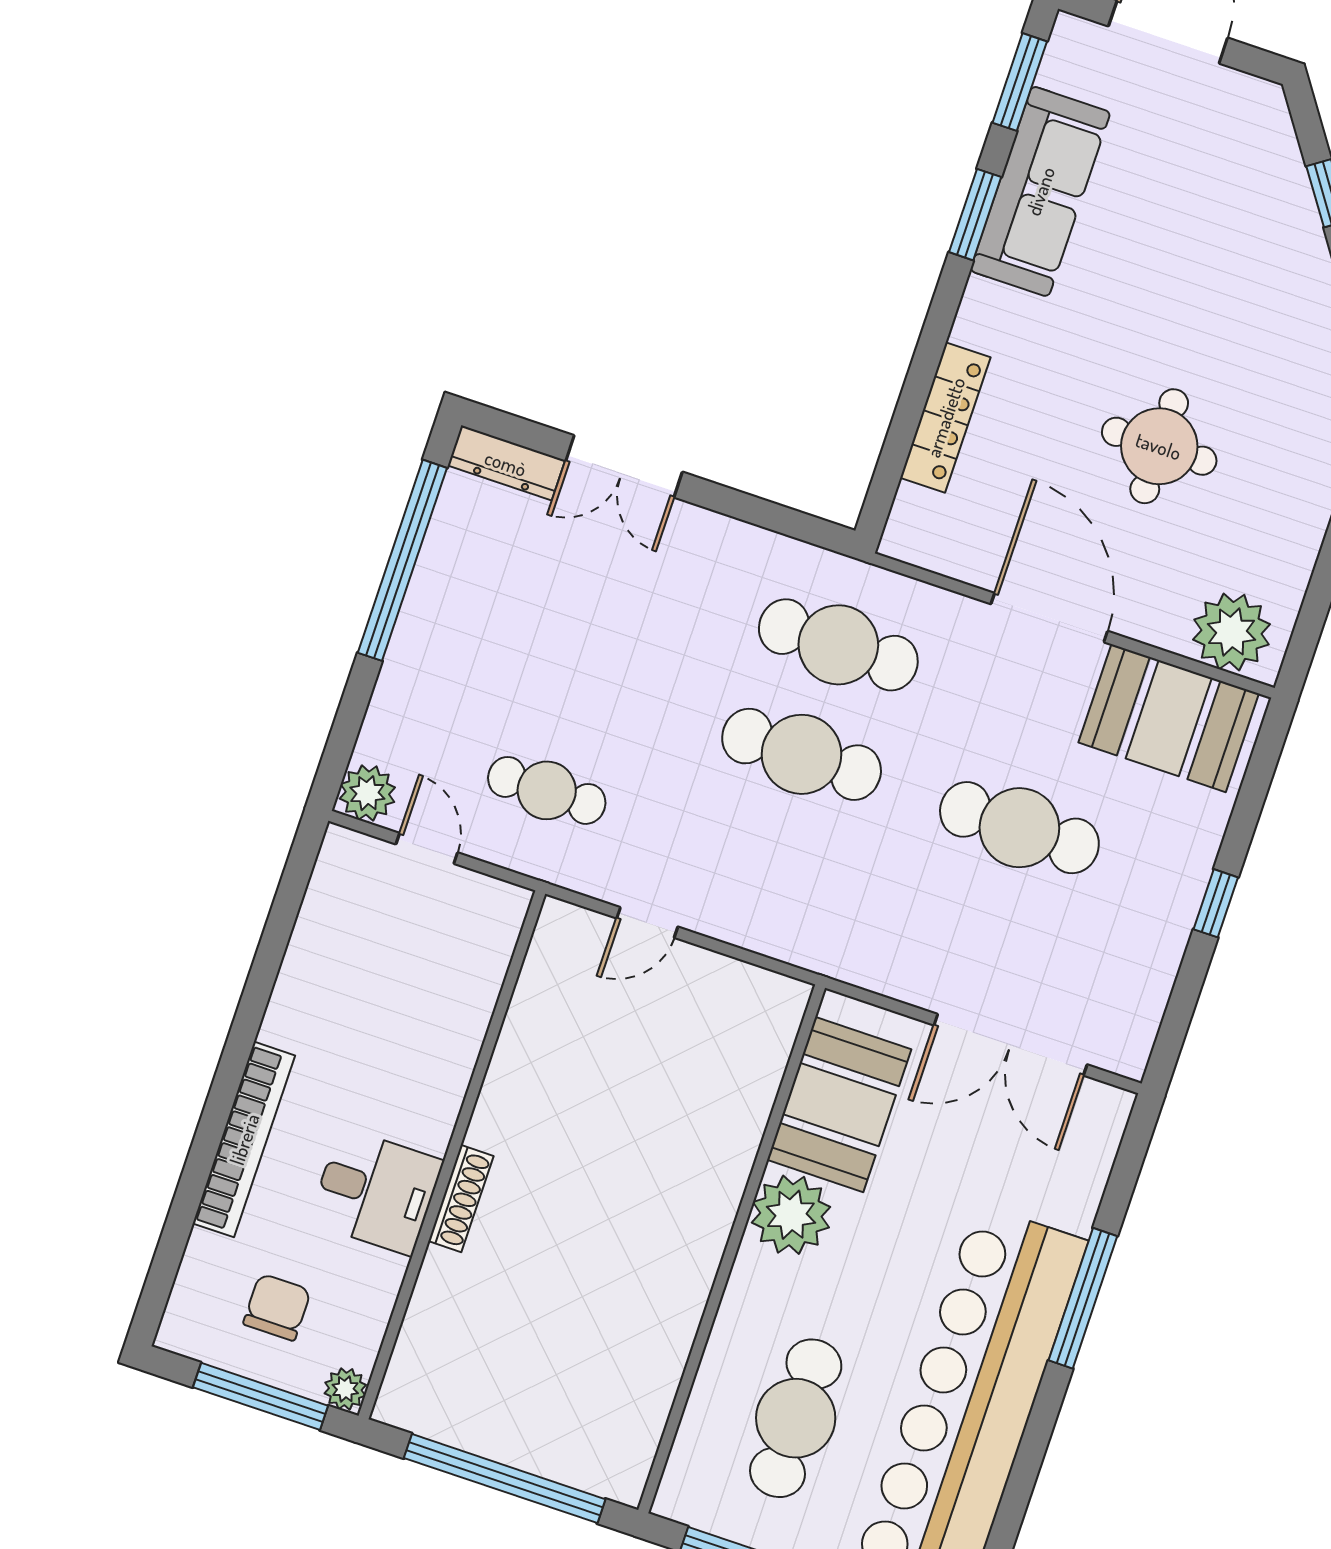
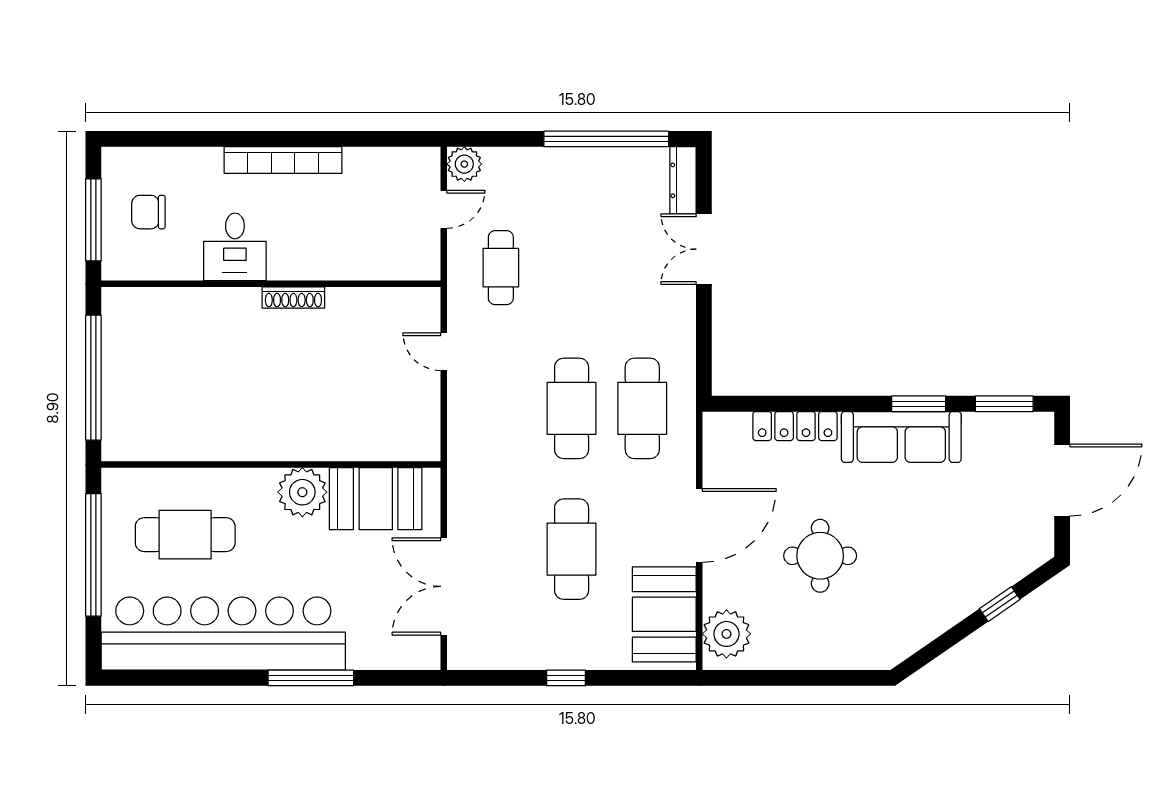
sofa: (1040, 191) -> (901, 437), moved
bookcase: (244, 1139) -> (283, 160), moved
shoe rack: (461, 1198) -> (293, 297), moved
chair: (277, 1307) -> (148, 212), turned 180
plant: (345, 1389) -> (114, 268), removed

